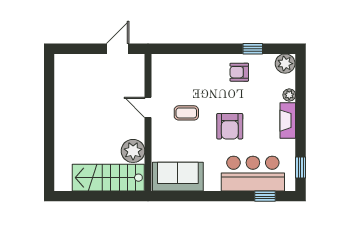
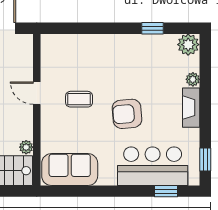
armchair: (239, 72) -> (137, 54), removed
armchair: (230, 126) -> (127, 114), turned 85
plant: (133, 151) -> (26, 147), width x0.53, depth x0.53

